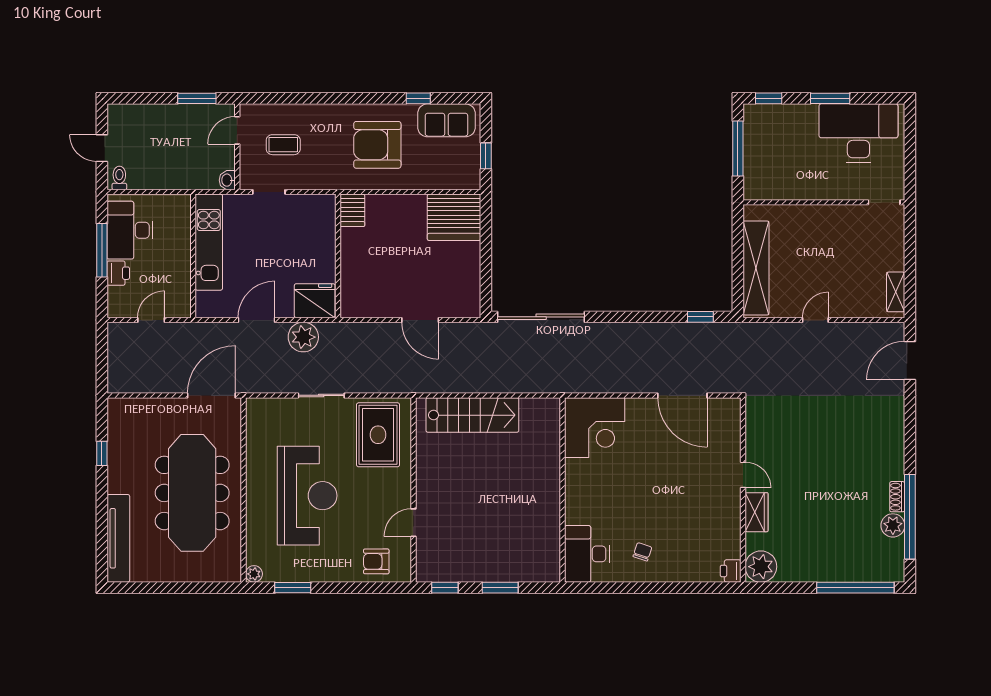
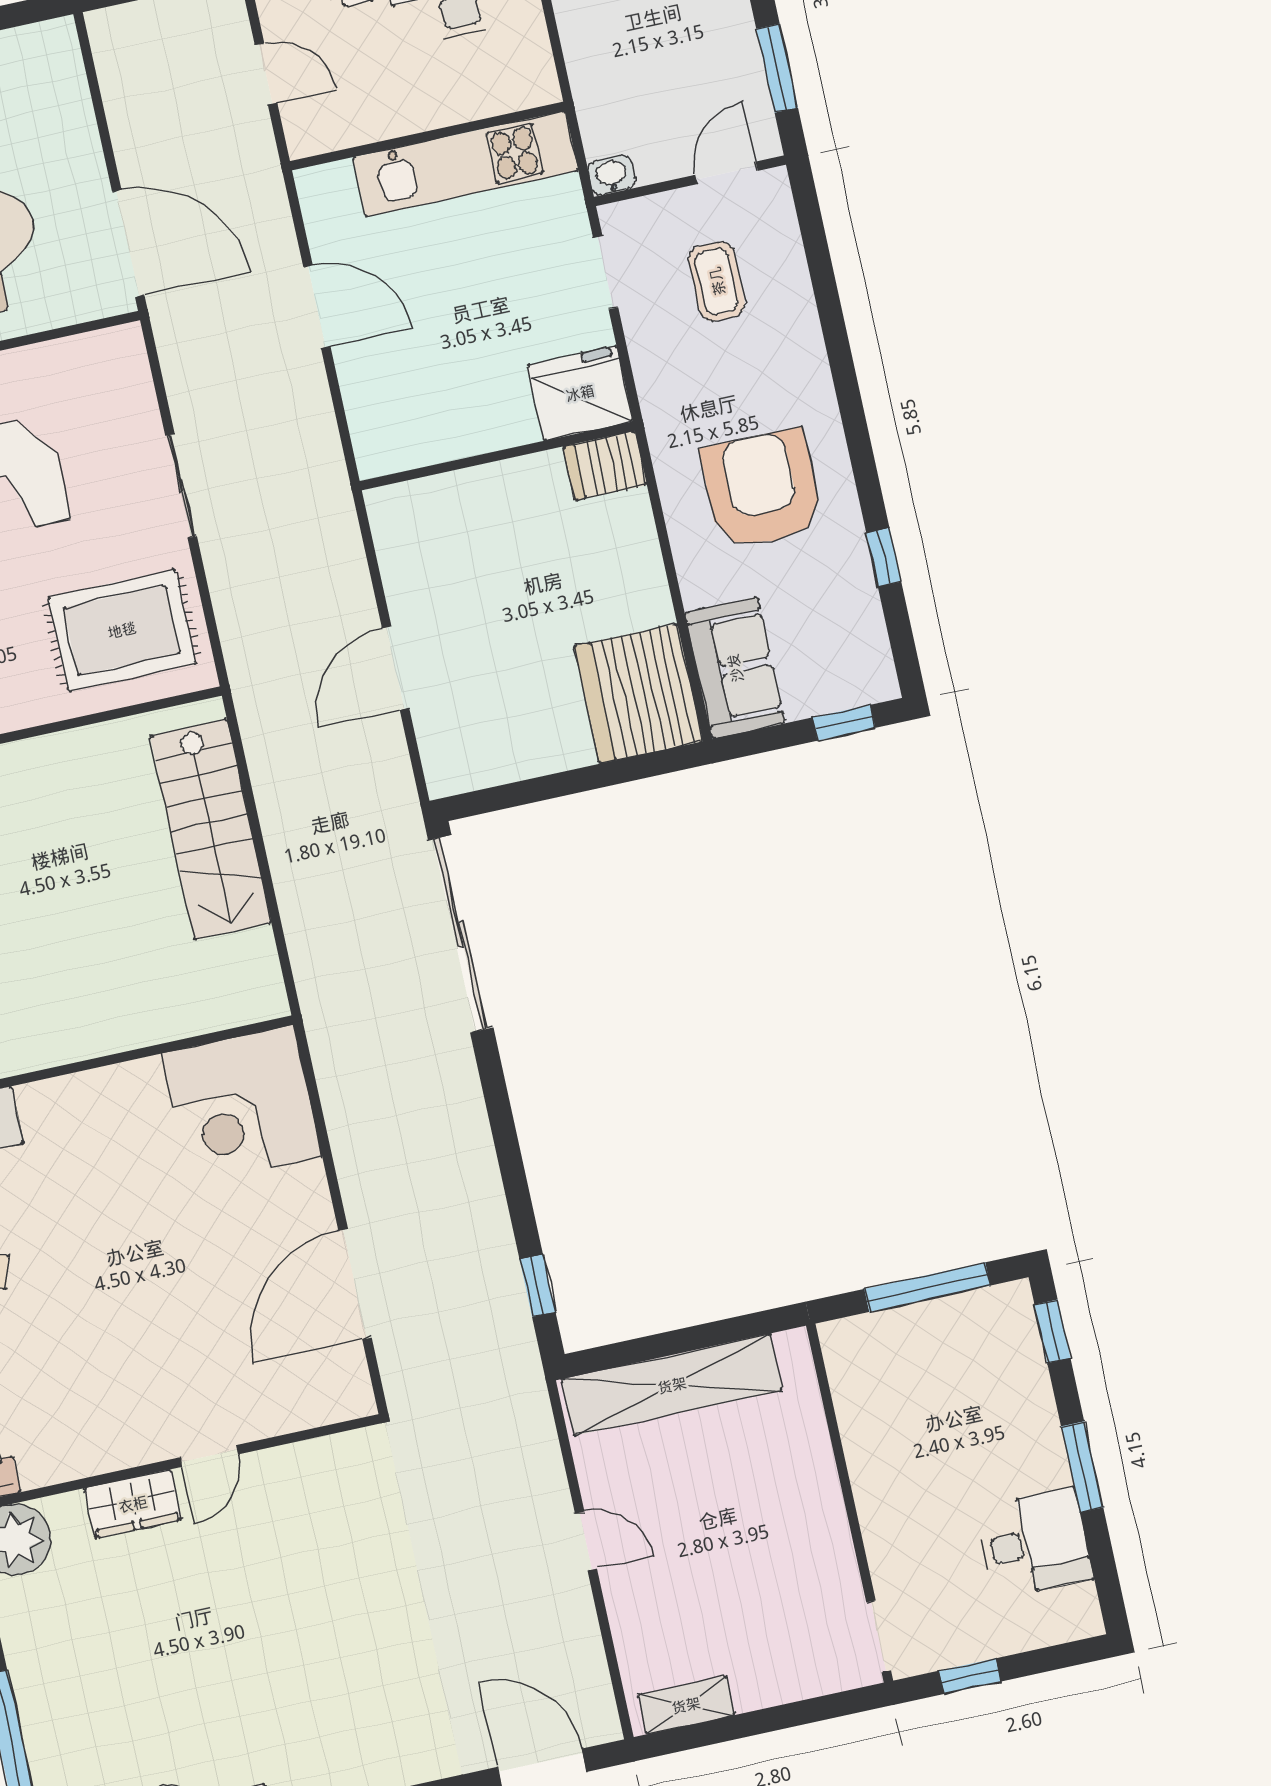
sofa: (446, 120) -> (735, 668), moved, turned 180
door: (237, 130) -> (726, 173), hinge flipped
desk: (858, 133) -> (1034, 1543), width x0.53, depth x0.77
window: (486, 156) -> (844, 723), moved
window: (910, 167) -> (970, 1676), added
fridge: (315, 301) -> (580, 393), moved, turned -90
plant: (303, 337) -> (302, 418), removed

